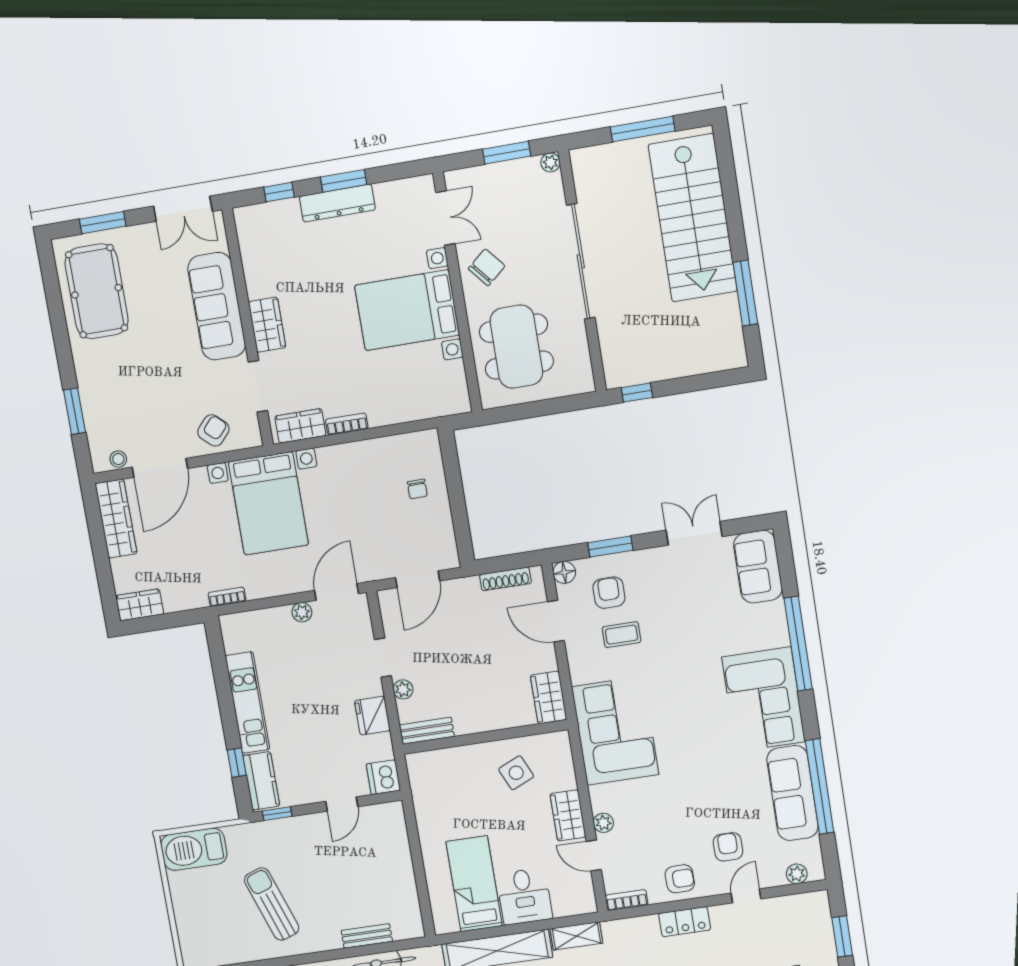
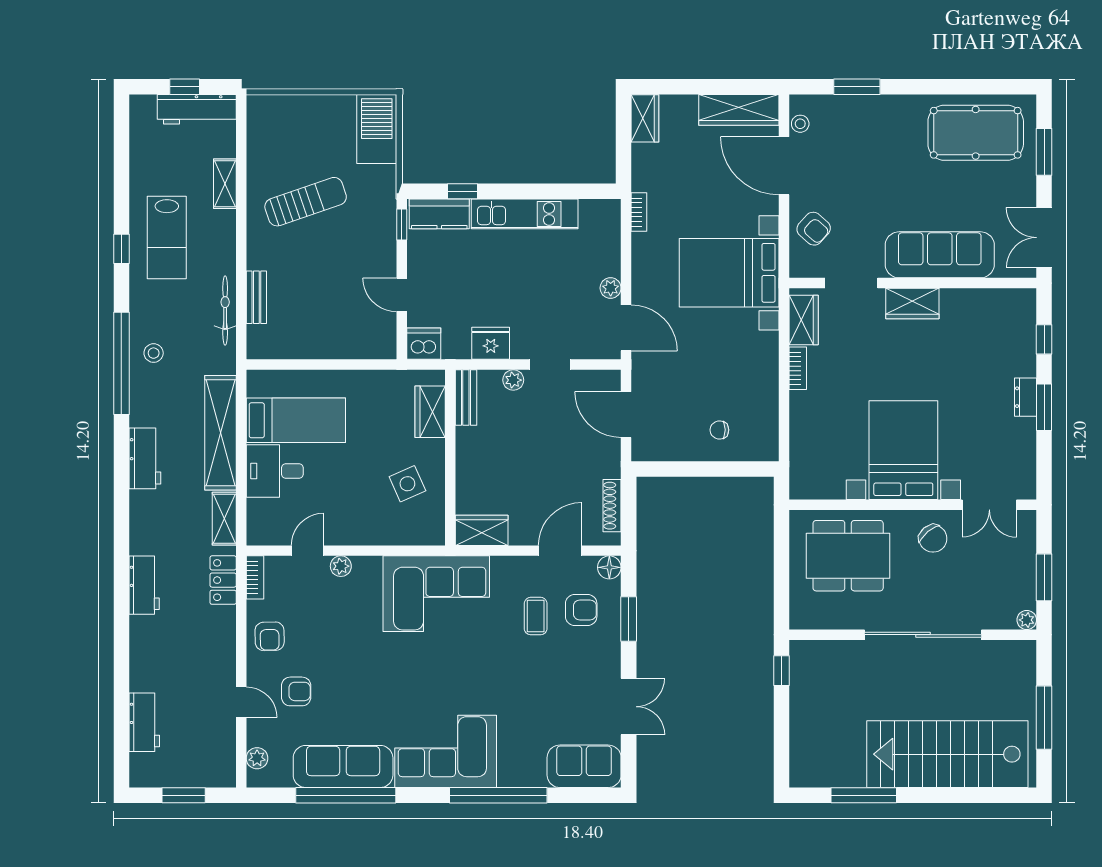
dresser: (337, 203) -> (1026, 397), width x0.51, depth x0.80
wardrobe: (568, 815) -> (430, 412), moved, turned -90
locker: (685, 922) -> (223, 580), moved

